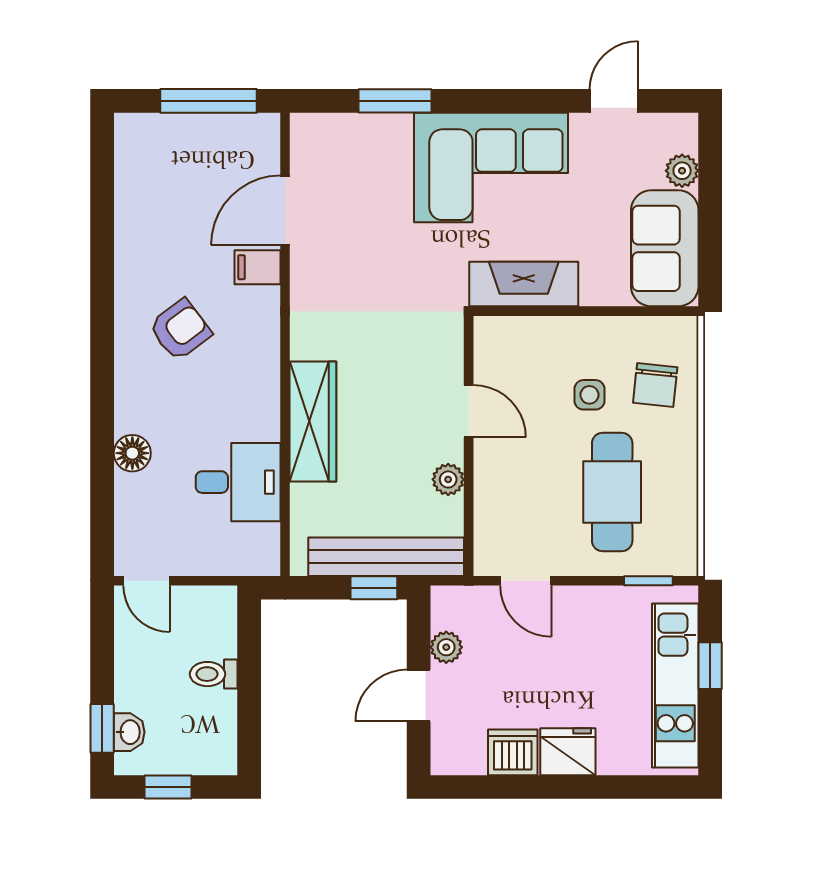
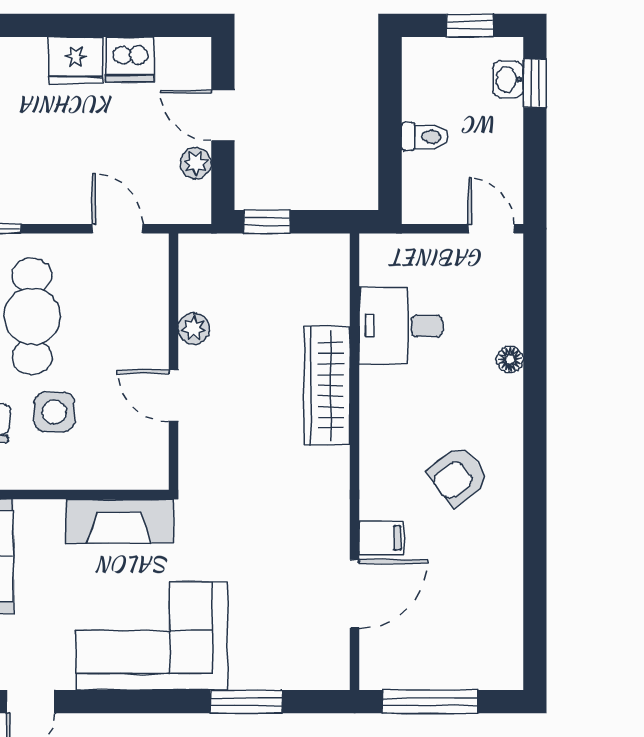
side table: (589, 395) -> (54, 412), width x1.37, depth x1.37
floor lamp: (132, 453) -> (510, 359), width x0.73, depth x0.73
bench: (386, 557) -> (255, 252), removed
door: (419, 696) -> (223, 115), swing flipped

